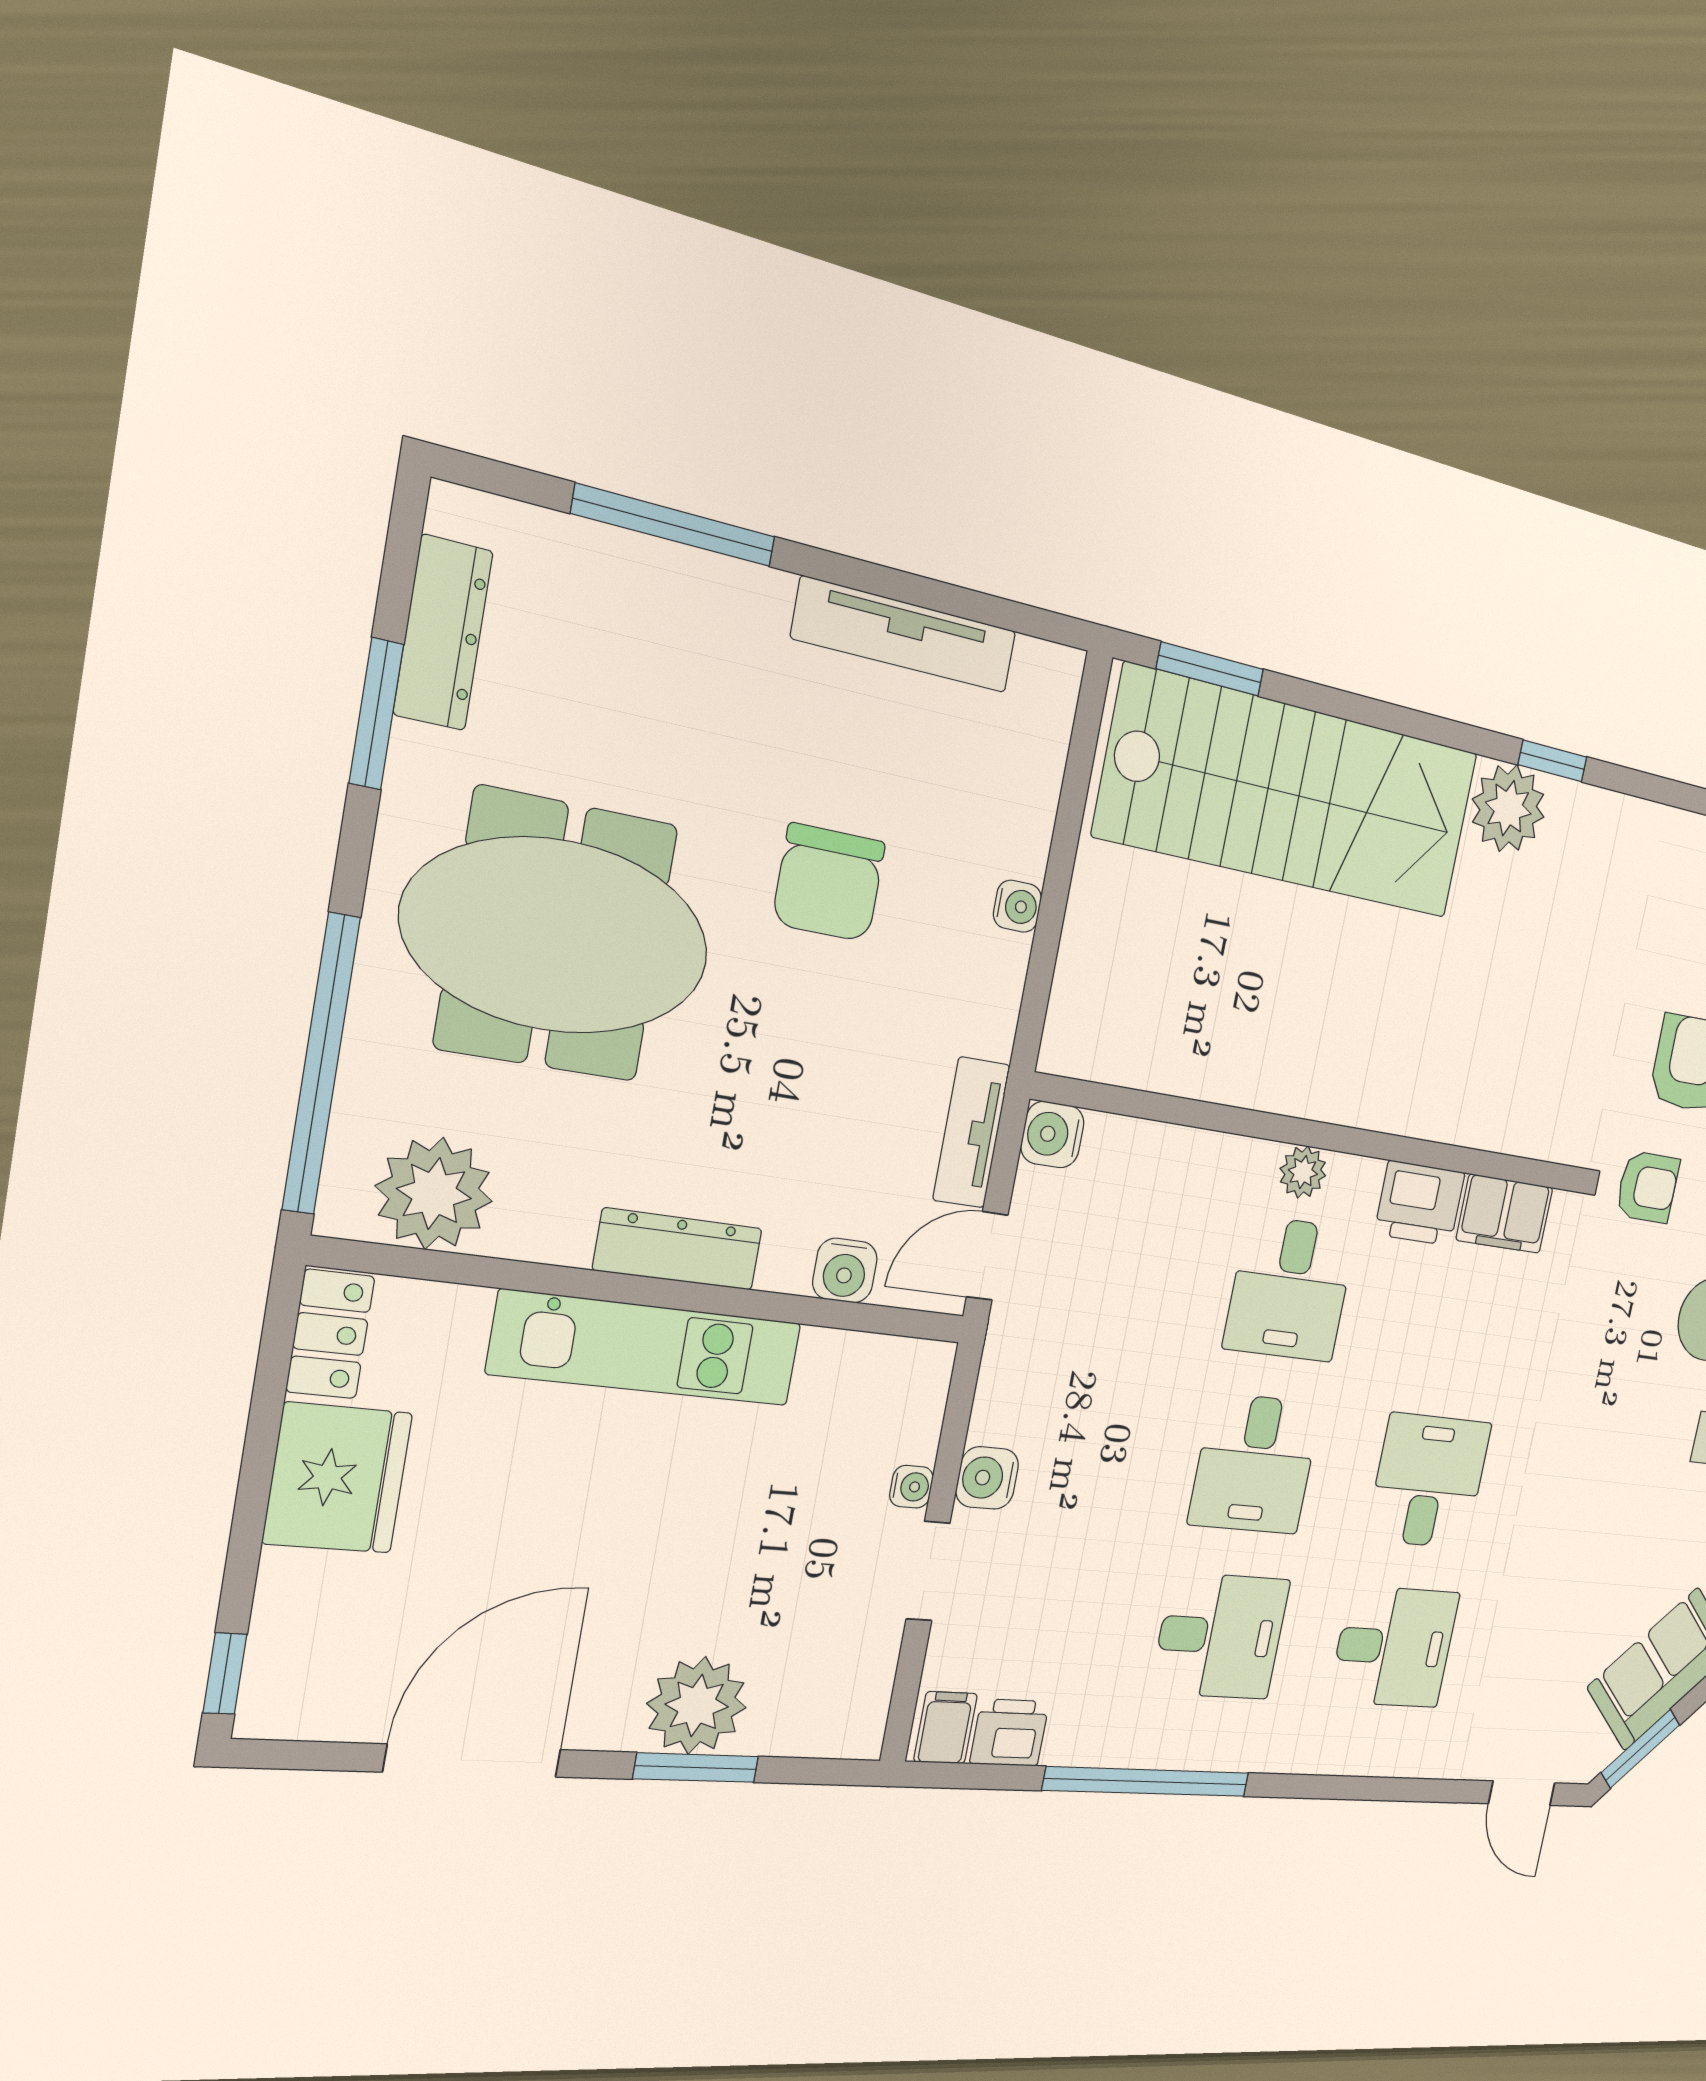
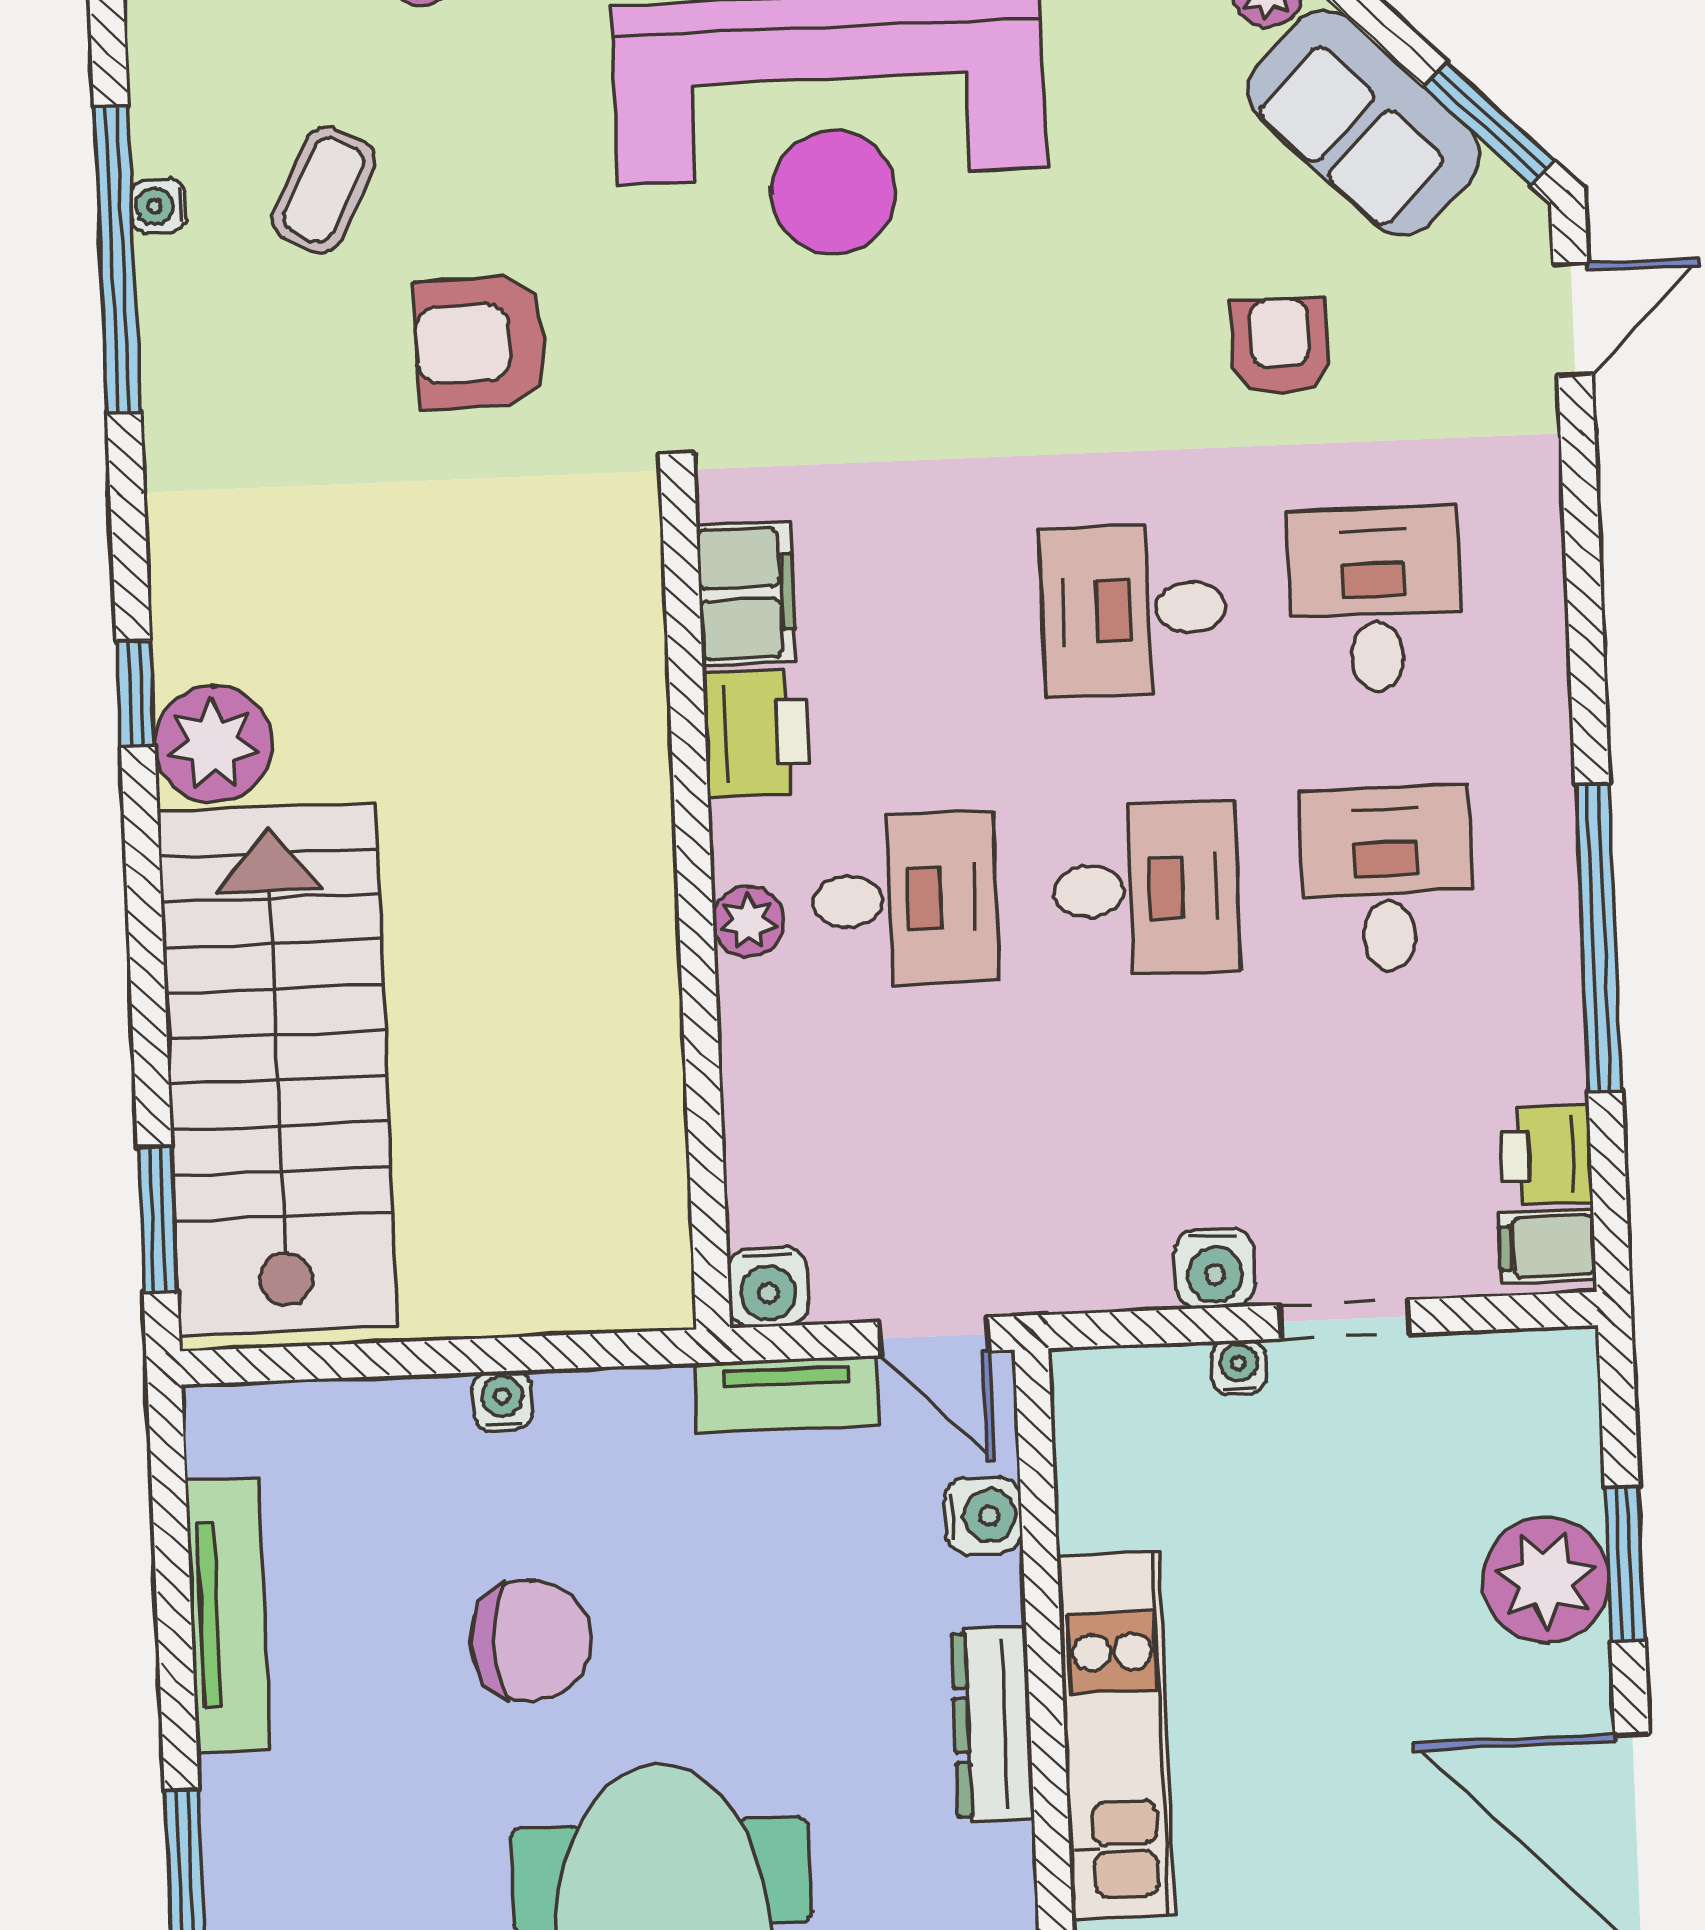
armchair: (1648, 1187) -> (1280, 346), moved

